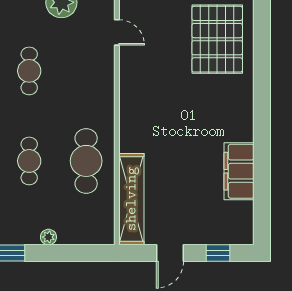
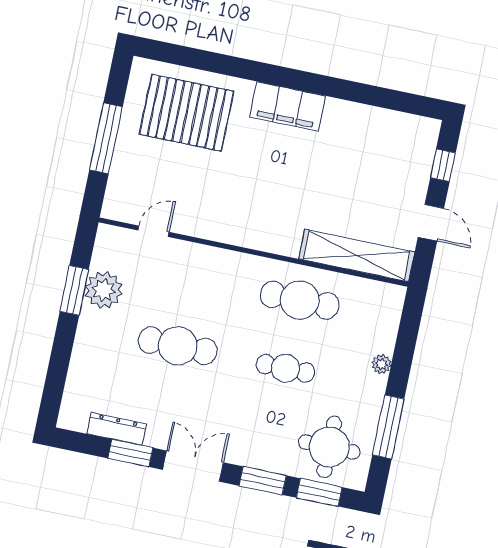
cafe table: (29, 71) -> (178, 346), width x1.37, depth x1.35
filing cabinet: (239, 171) -> (288, 106), moved

